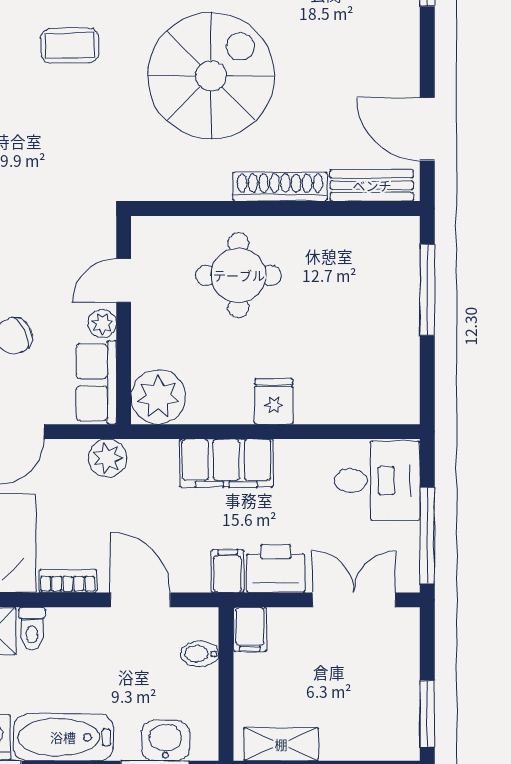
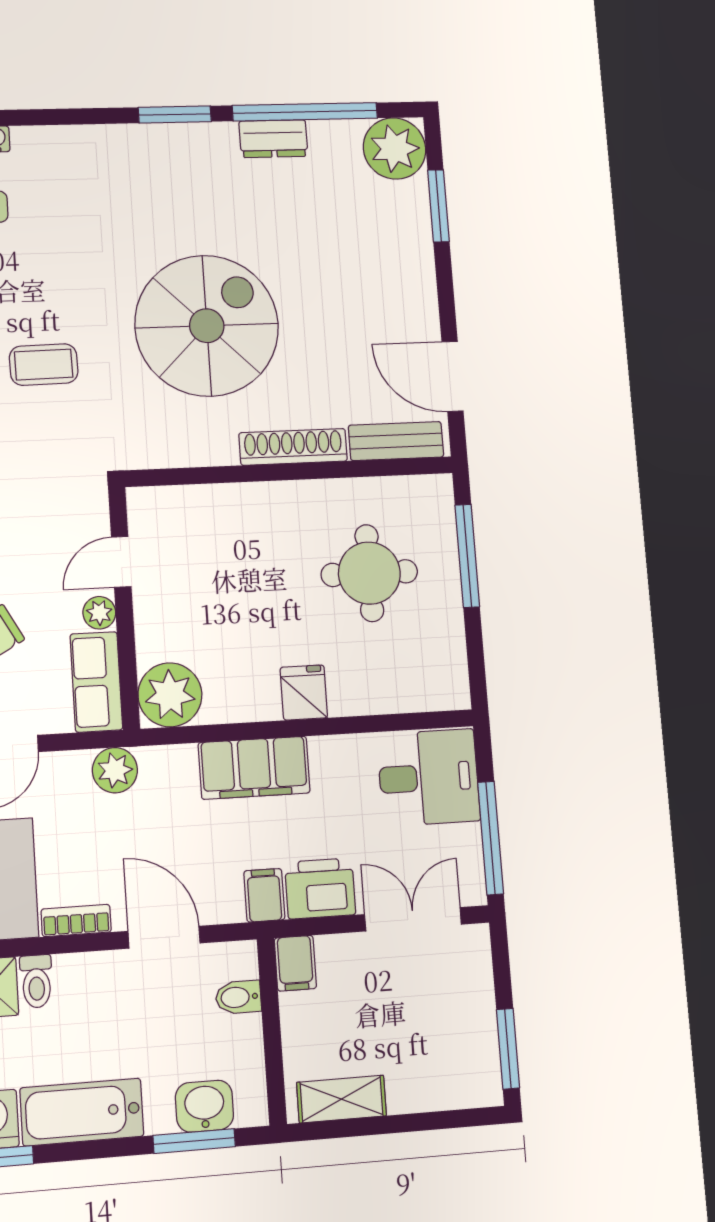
coffee table: (70, 45) -> (44, 365), moved
round table: (239, 275) -> (369, 573), moved

